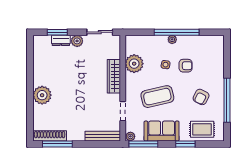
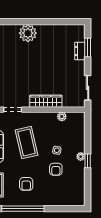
window: (177, 32) -> (88, 161), width x0.32
plant: (77, 41) -> (79, 66), removed
plant: (134, 64) -> (62, 116), width x0.53, depth x0.53
armchair: (201, 97) -> (26, 184), turned -117

